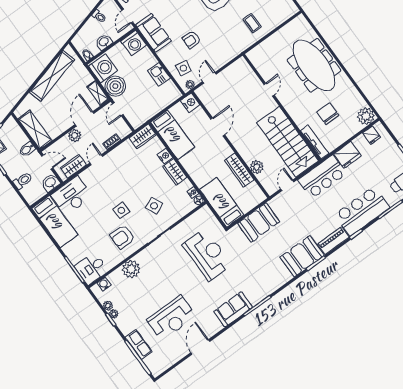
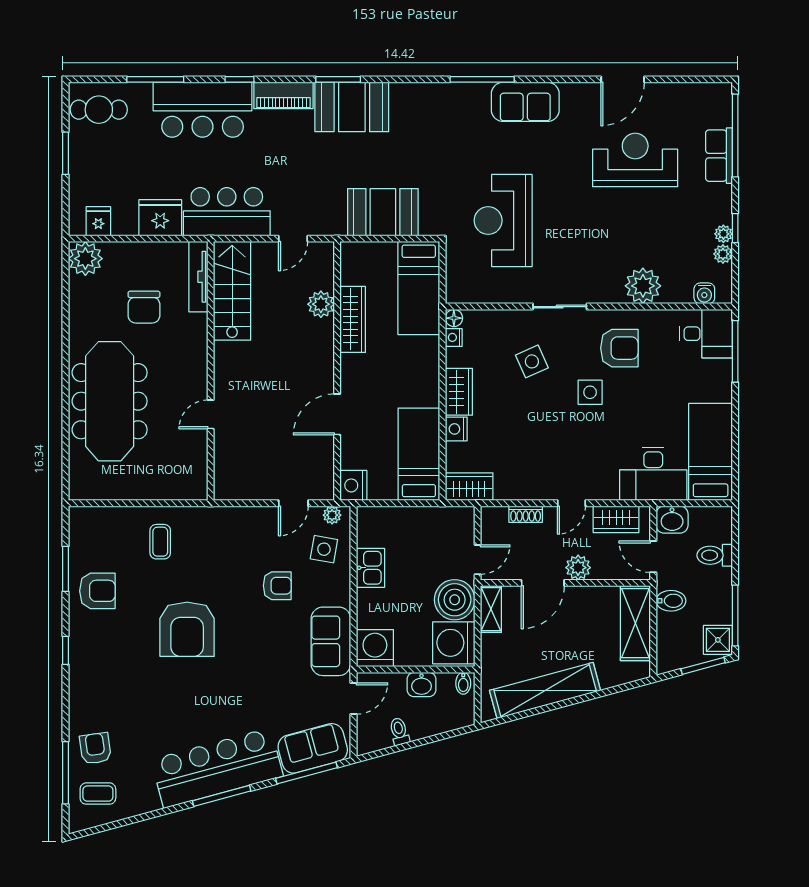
stairs: (288, 142) -> (232, 291), width x0.73, depth x0.66

